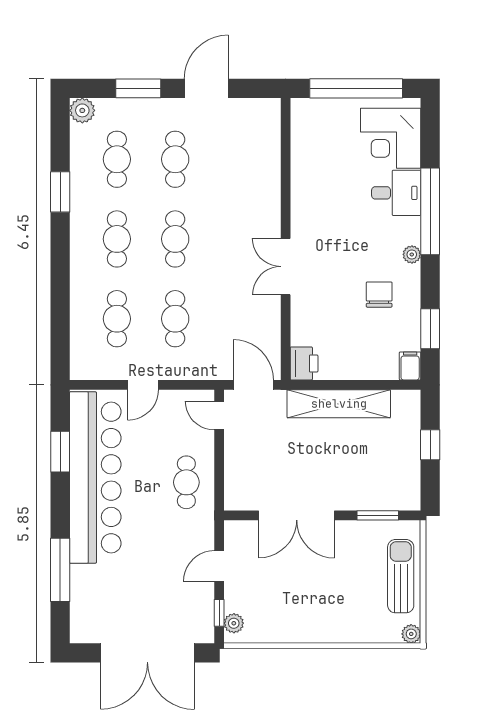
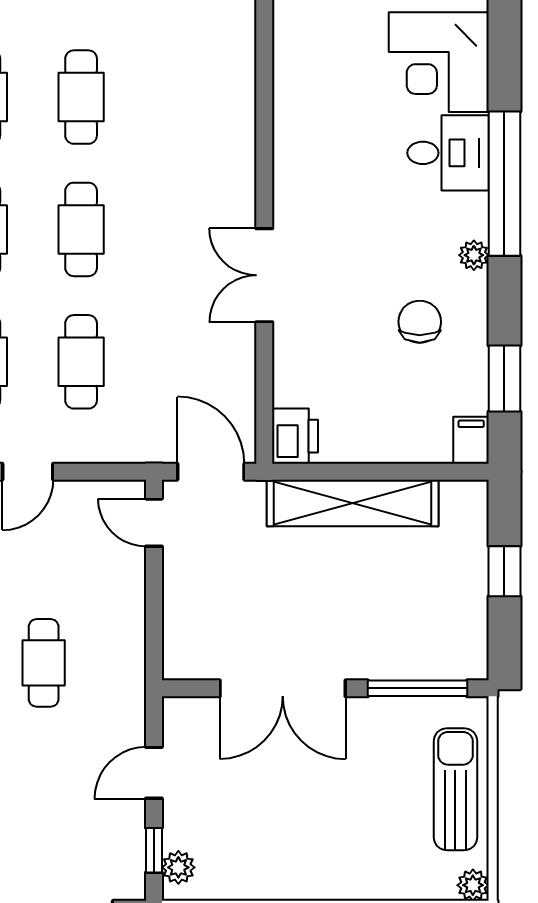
cafe table: (186, 482) -> (44, 663), moved
window: (378, 515) -> (417, 688), width x1.44

